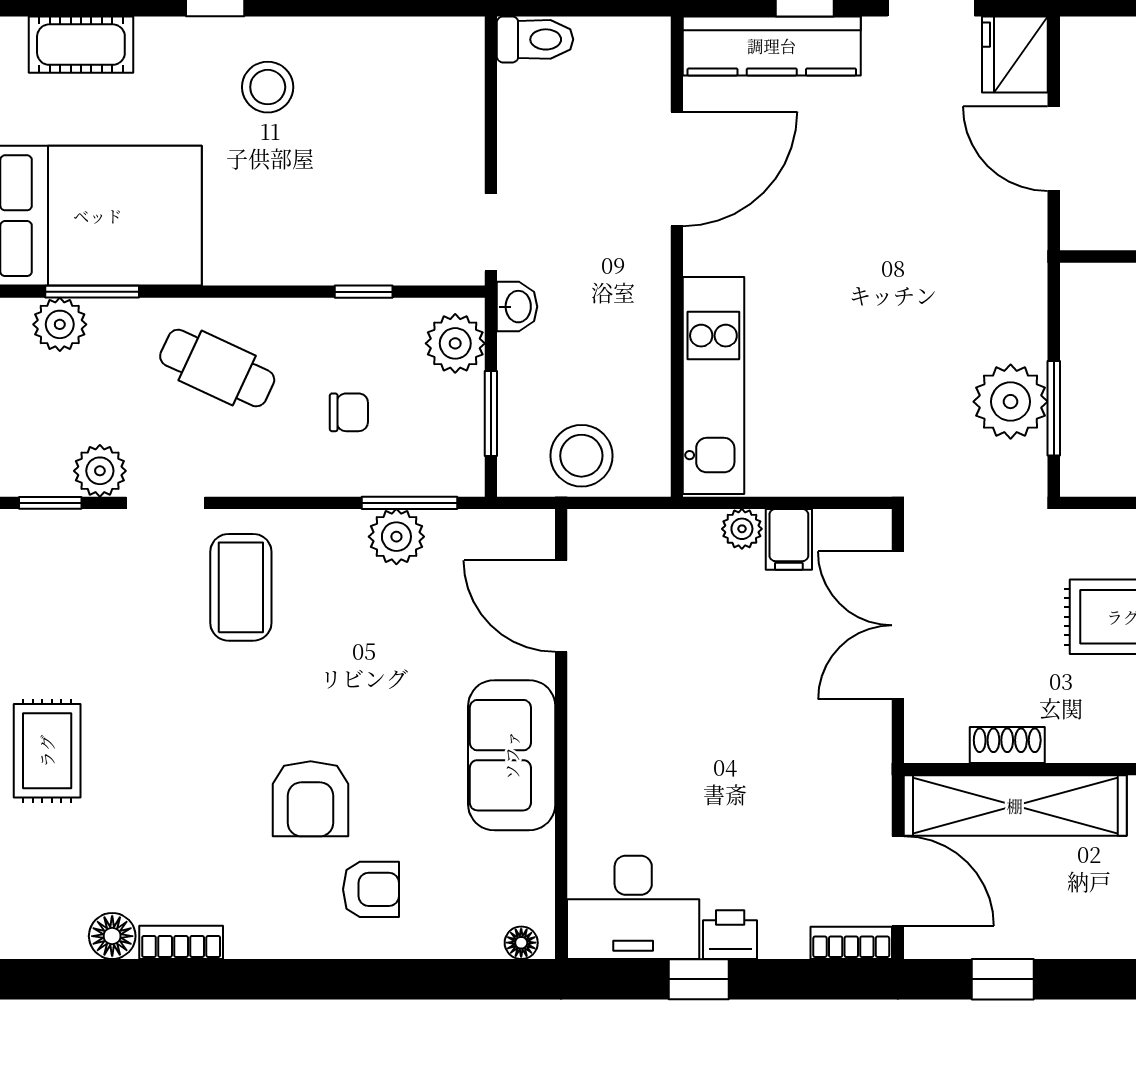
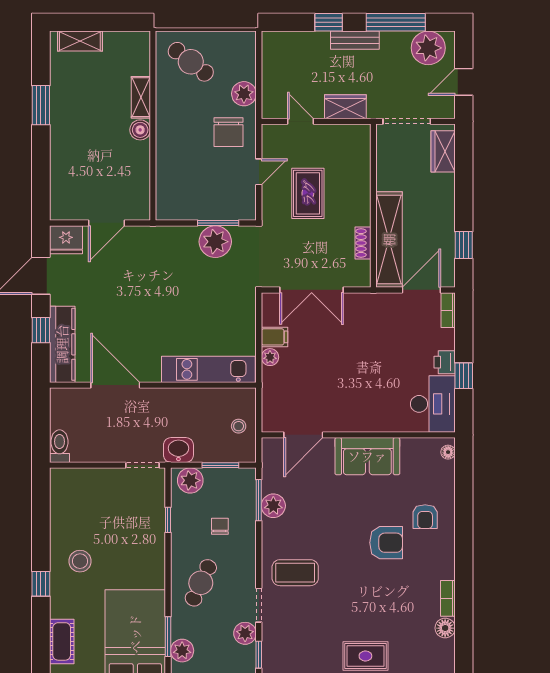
washbasin: (517, 307) -> (178, 450), width x1.38, depth x1.45
stool: (581, 456) -> (239, 426), width x0.53, depth x0.53
armchair: (371, 889) -> (425, 517), turned 180

